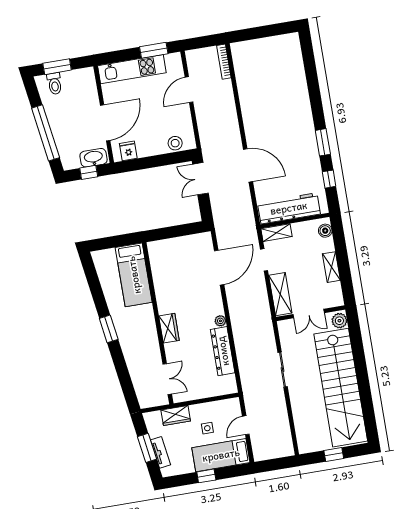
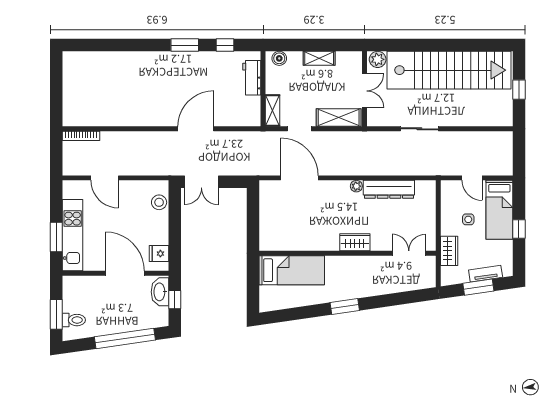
window: (154, 50) -> (56, 237), moved
workbench: (289, 208) -> (252, 78), width x0.53, depth x0.76

